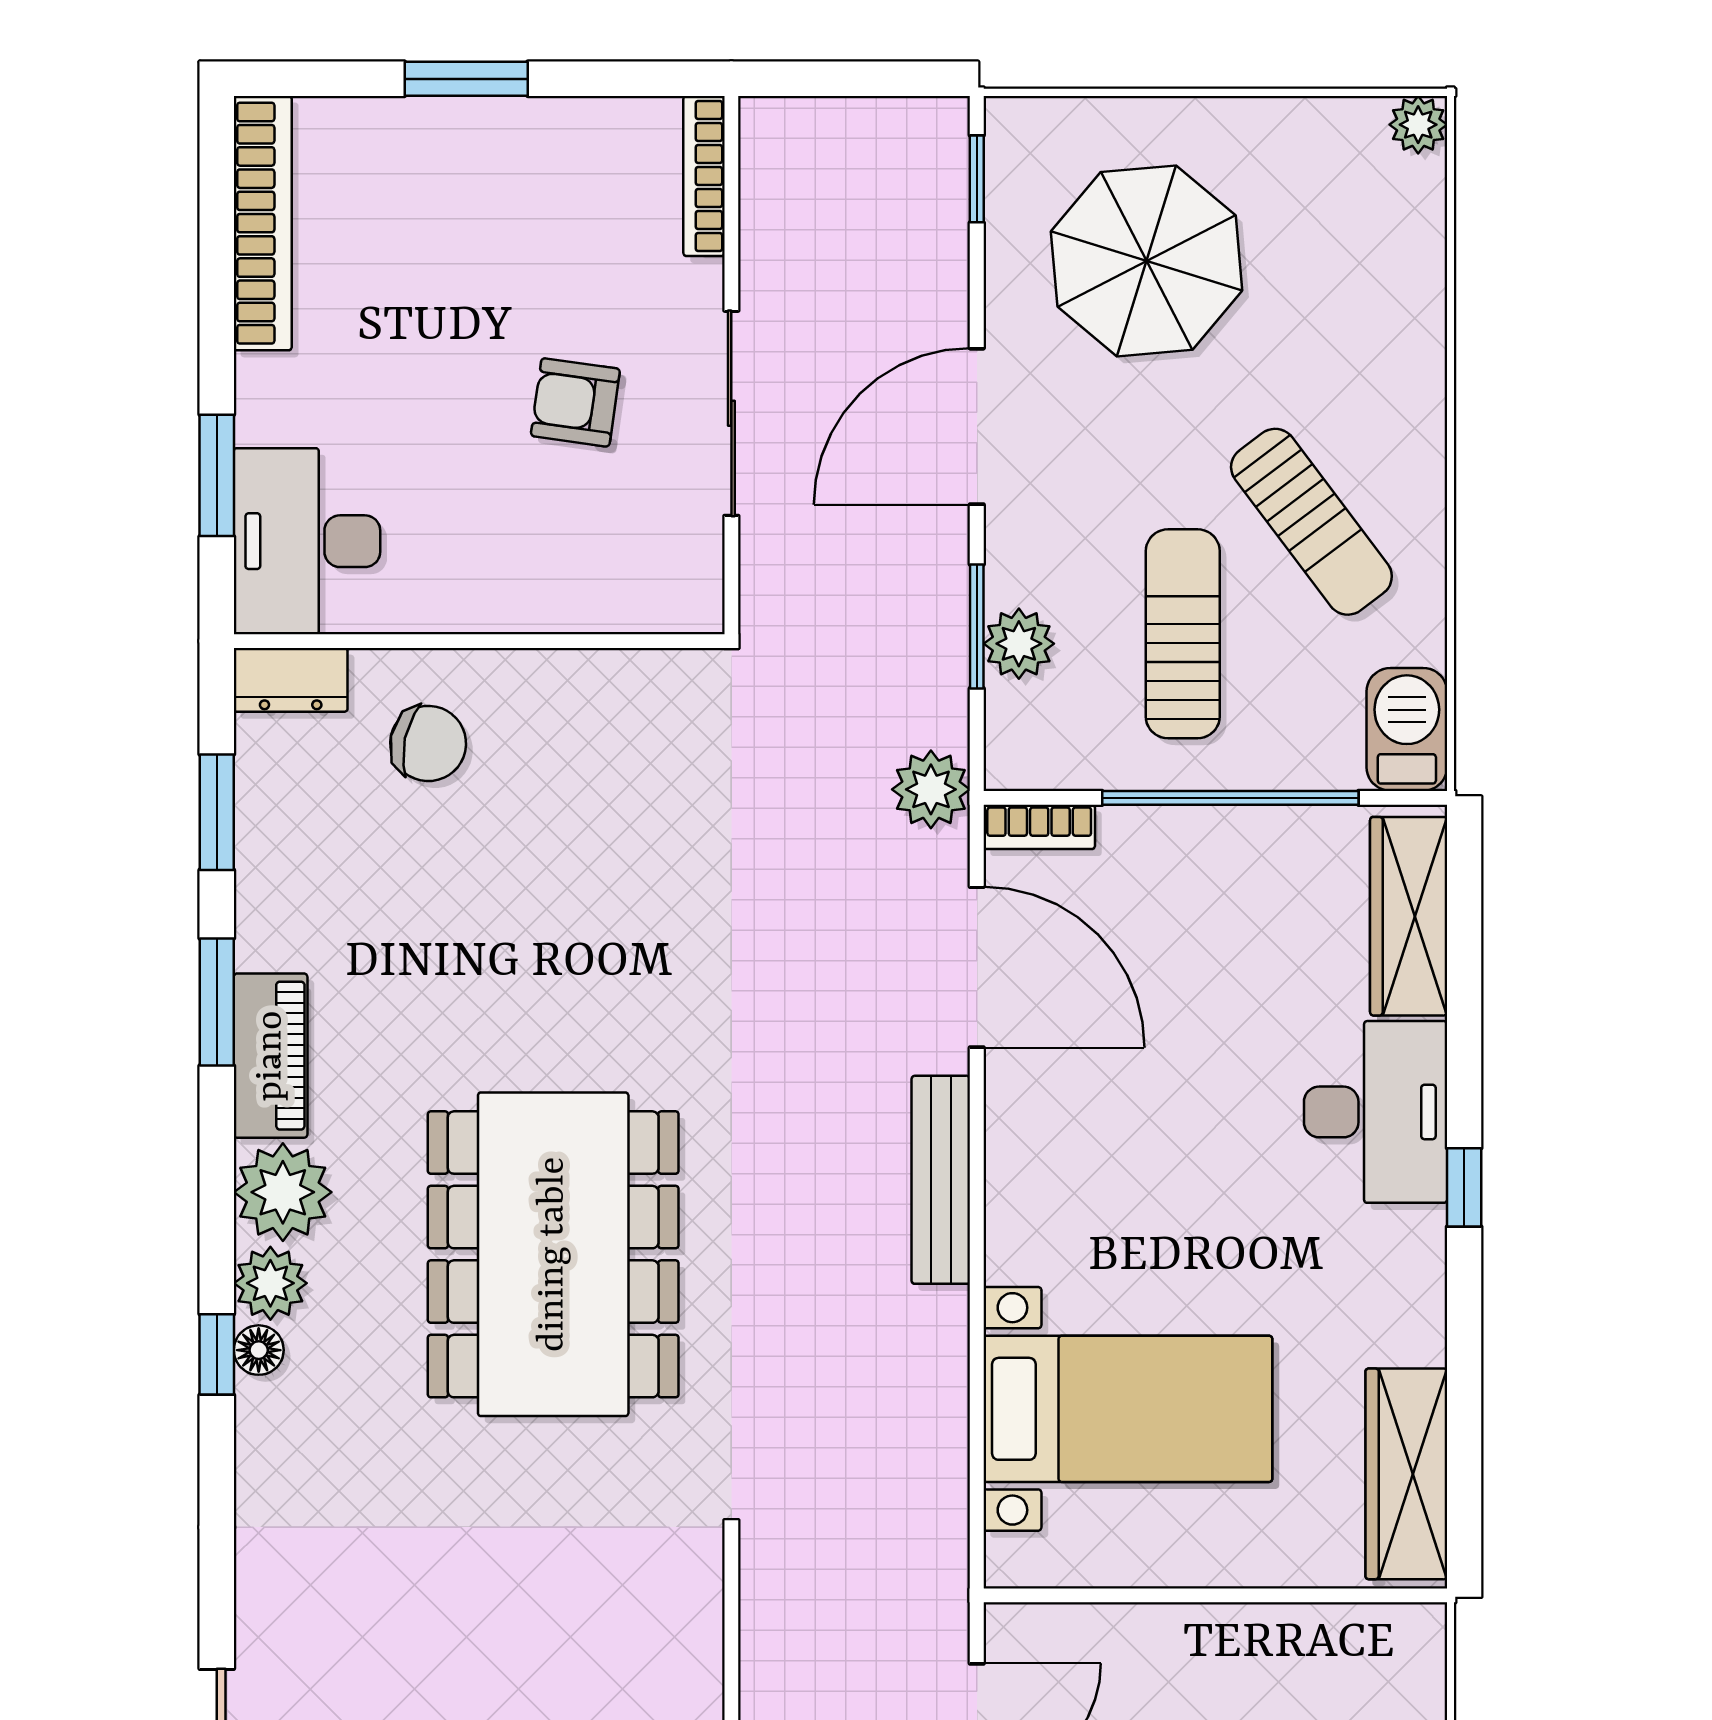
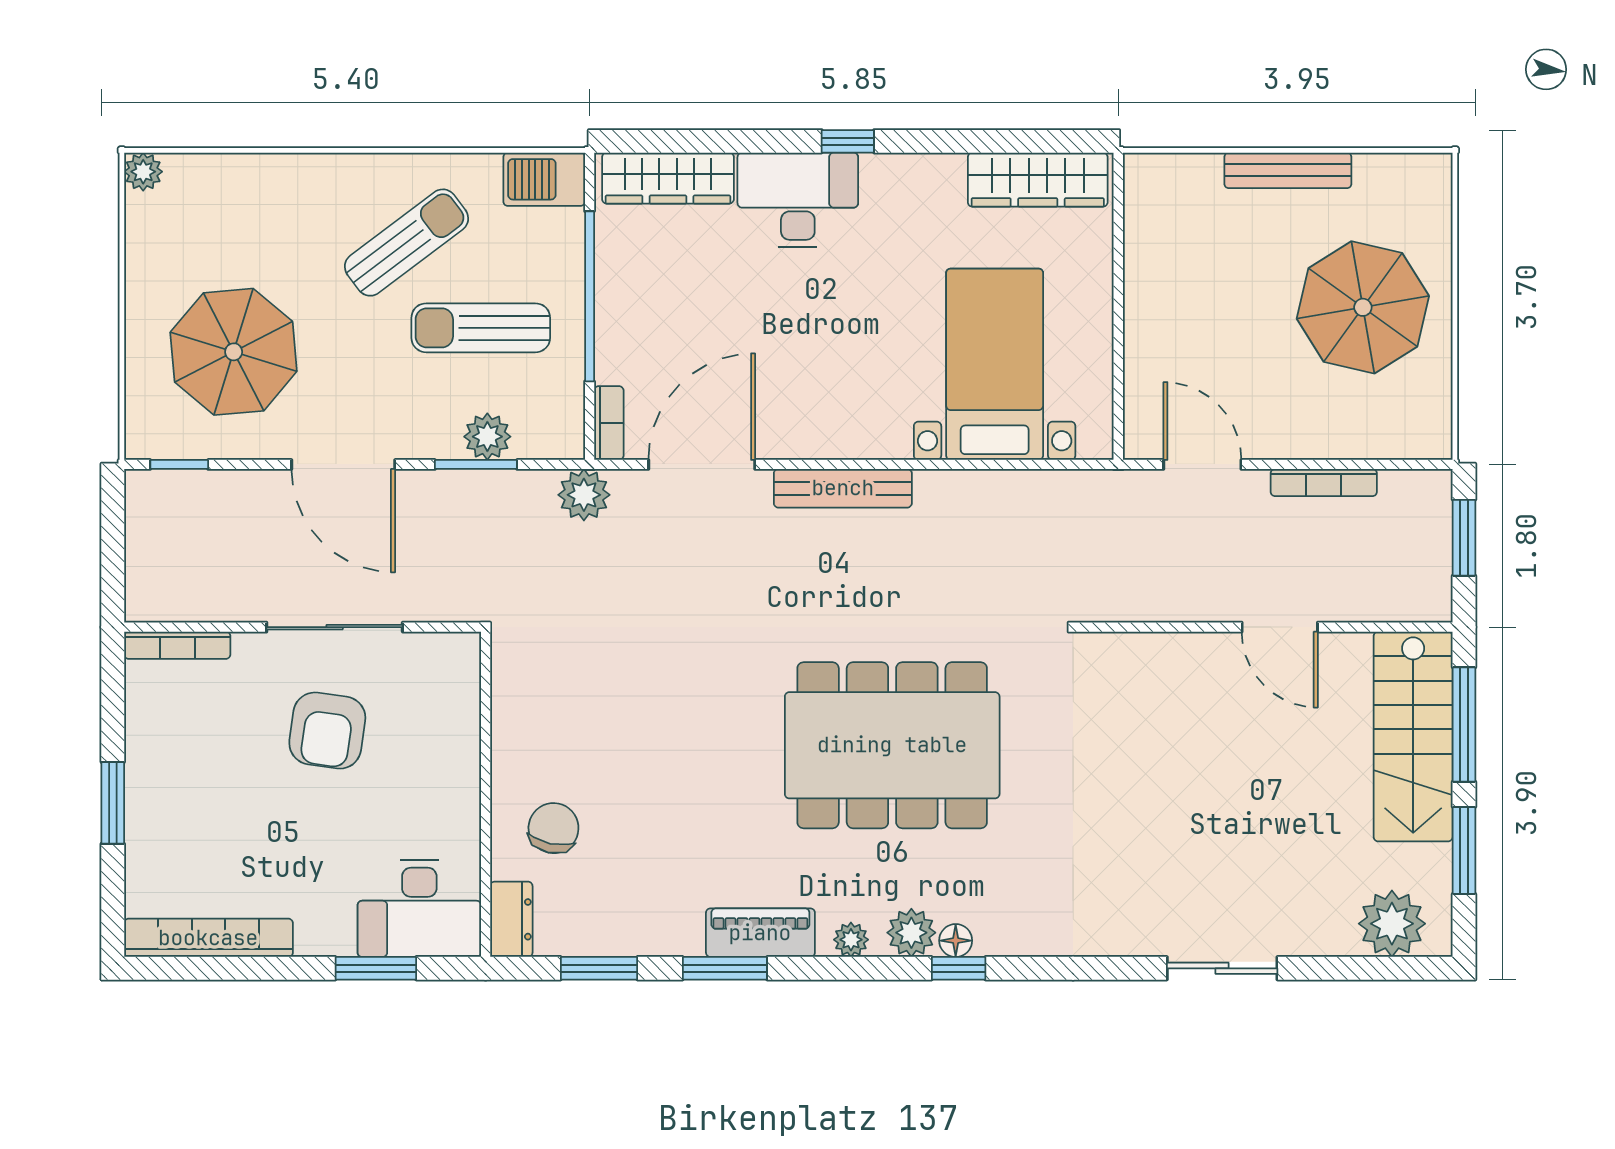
armchair: (575, 402) -> (327, 731), width x1.38, depth x1.38
plant: (283, 1192) -> (851, 940), width x0.53, depth x0.53

